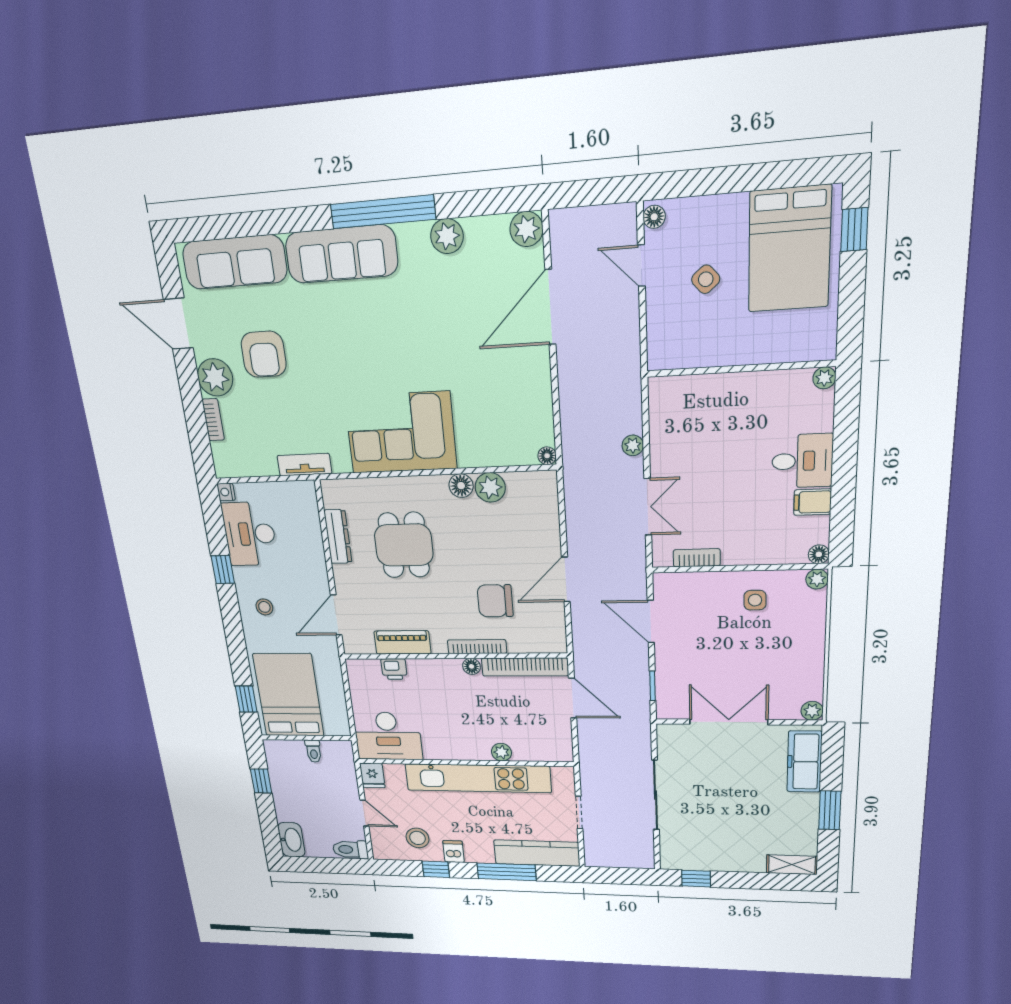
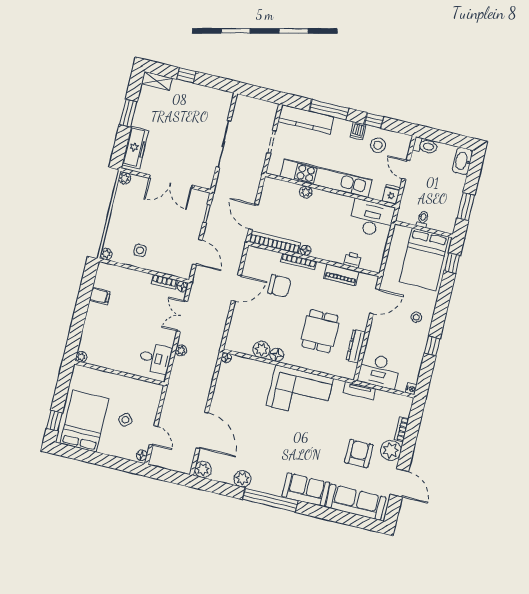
sofa: (341, 254) -> (306, 490), width x0.73
door: (550, 307) -> (202, 430), hinge flipped
desk: (802, 461) -> (155, 358), moved, turned 180
desk: (250, 534) -> (379, 371), moved, turned 90
floor lamp: (819, 554) -> (182, 287), moved
window: (261, 781) -> (466, 207), width x1.50
window: (696, 879) -> (186, 75), moved

